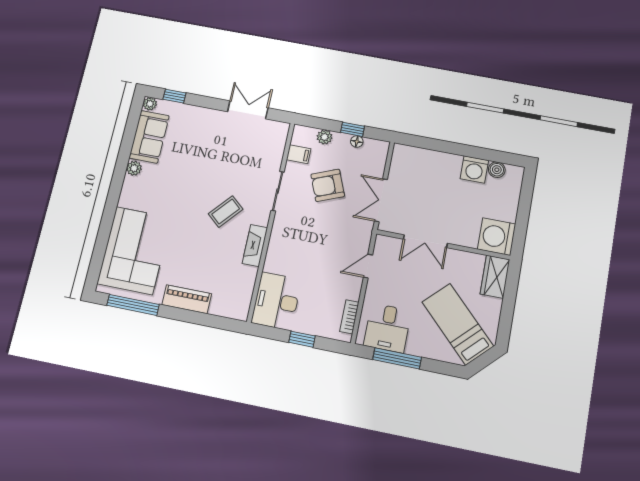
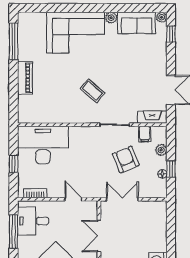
fireplace: (255, 246) -> (152, 117), moved
corner sofa: (134, 250) -> (76, 33), moved
desk: (276, 301) -> (43, 145), width x1.36, depth x1.30

